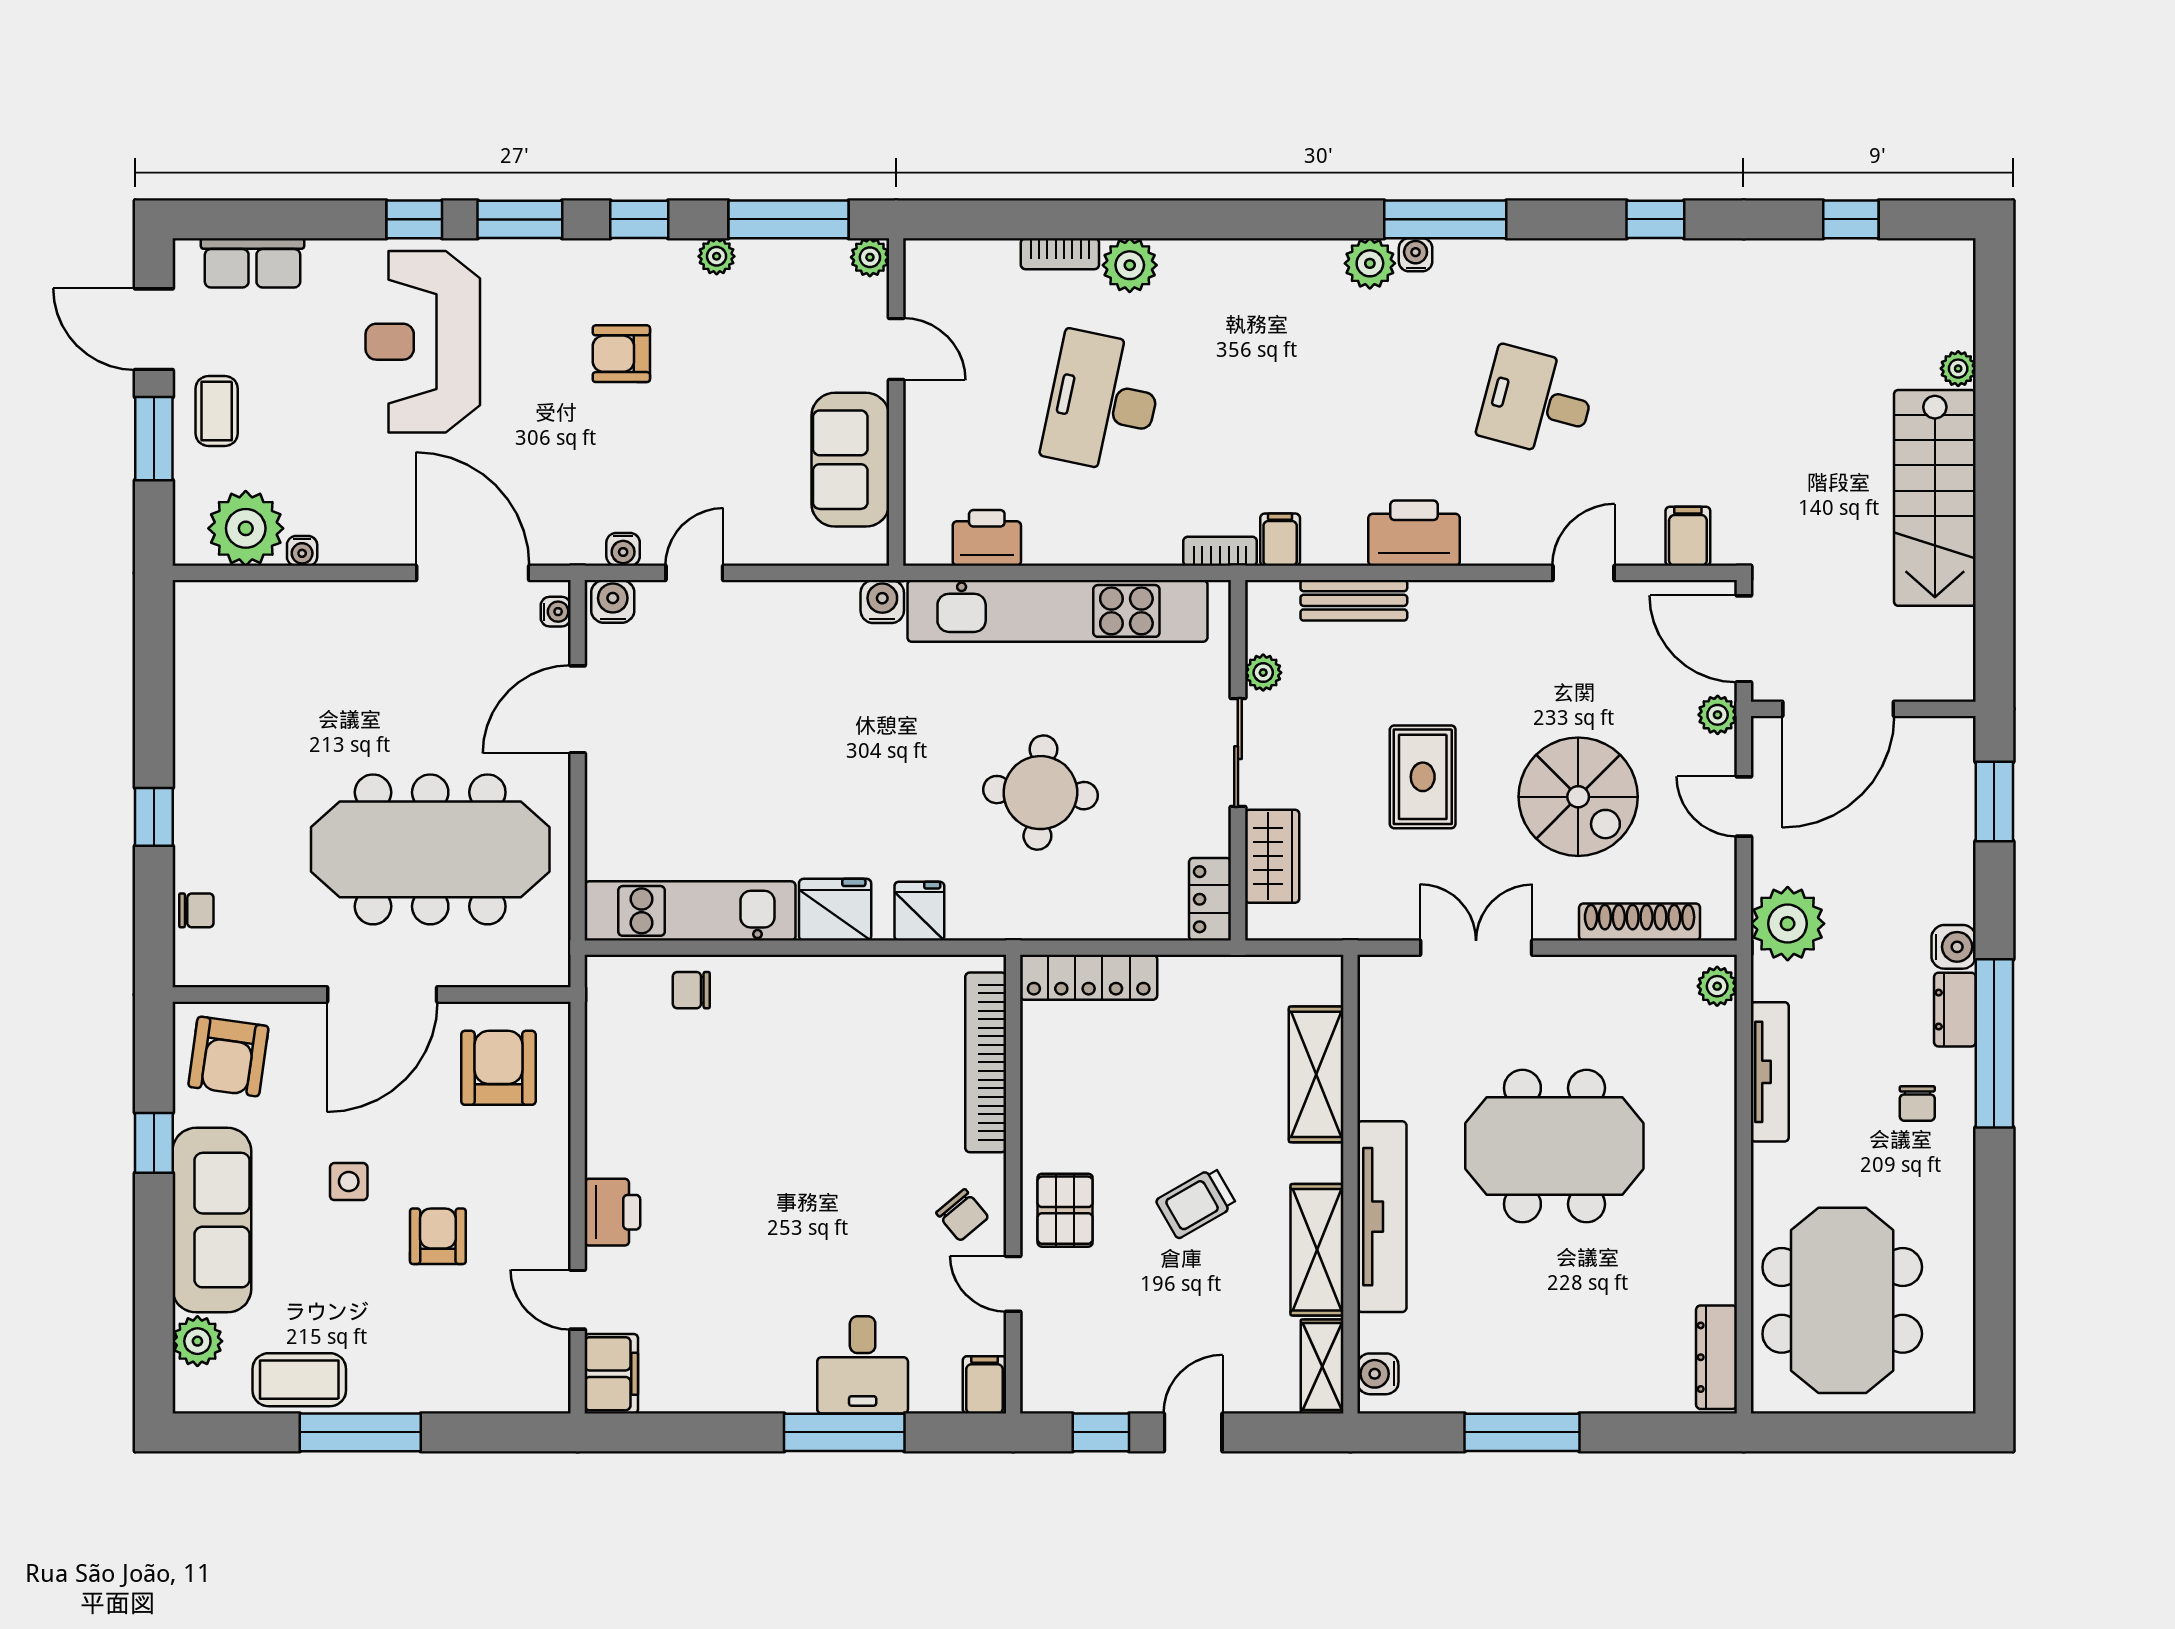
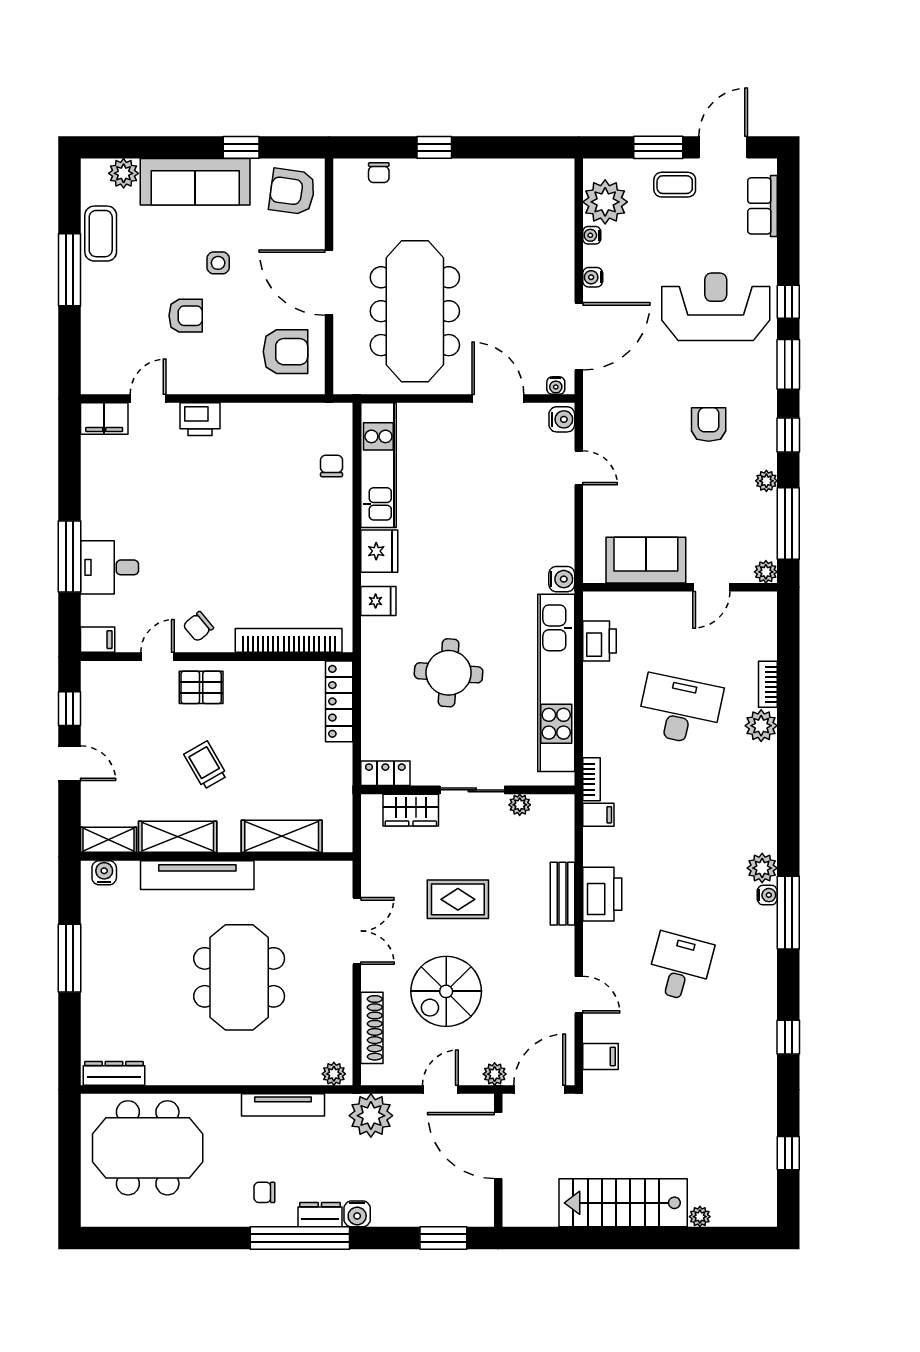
water cooler: (623, 549) -> (593, 277), moved
bench: (1354, 600) -> (562, 894), moved

